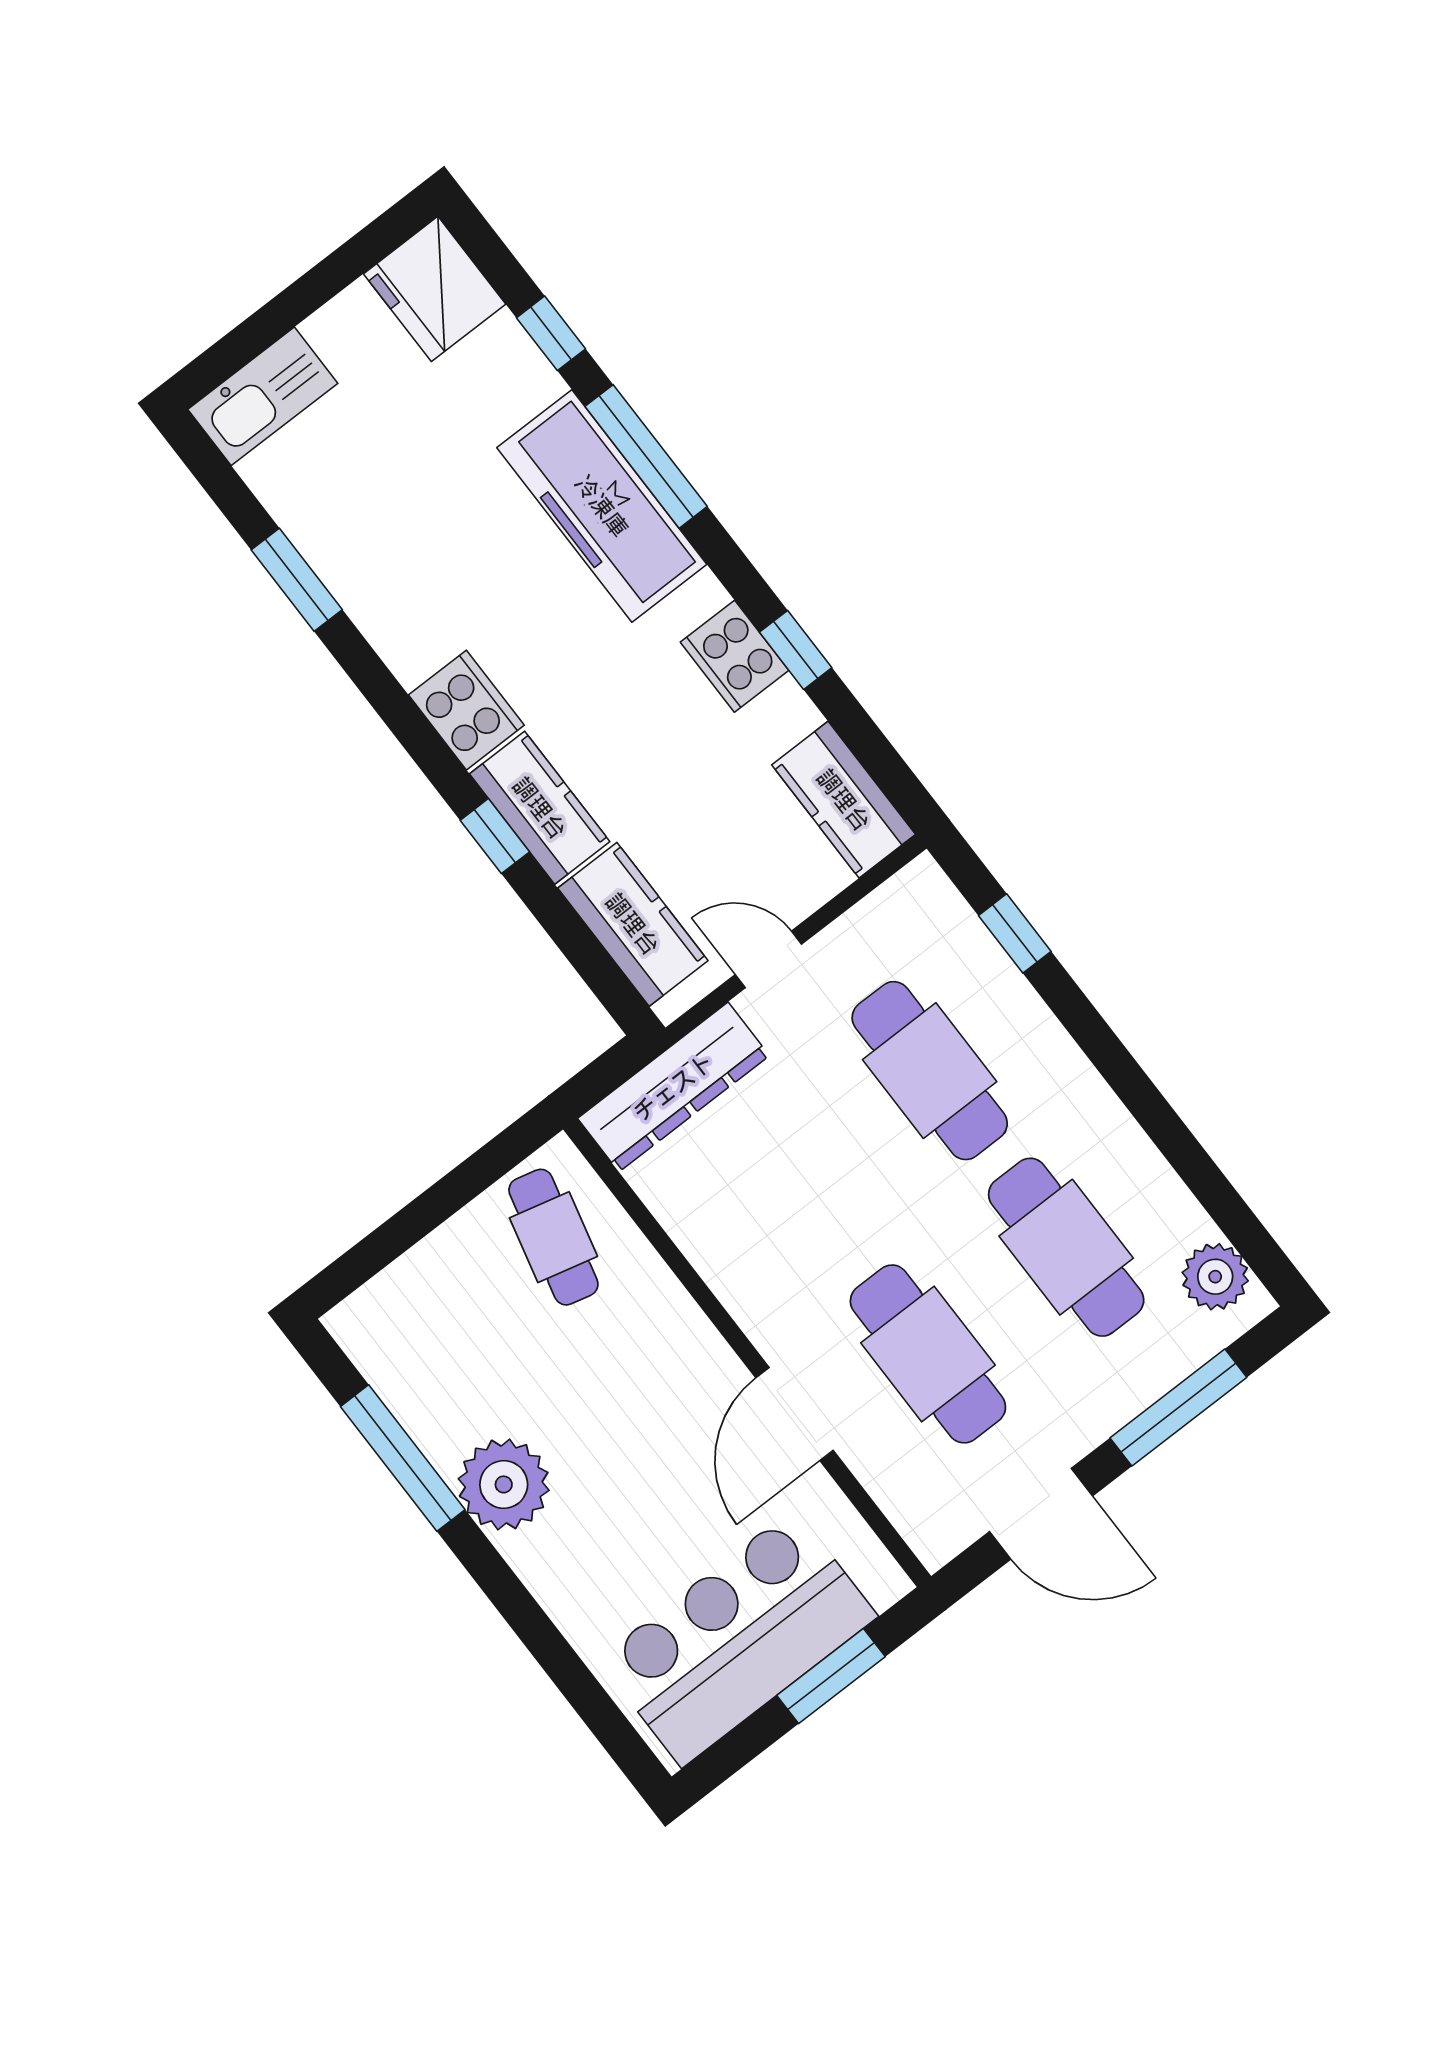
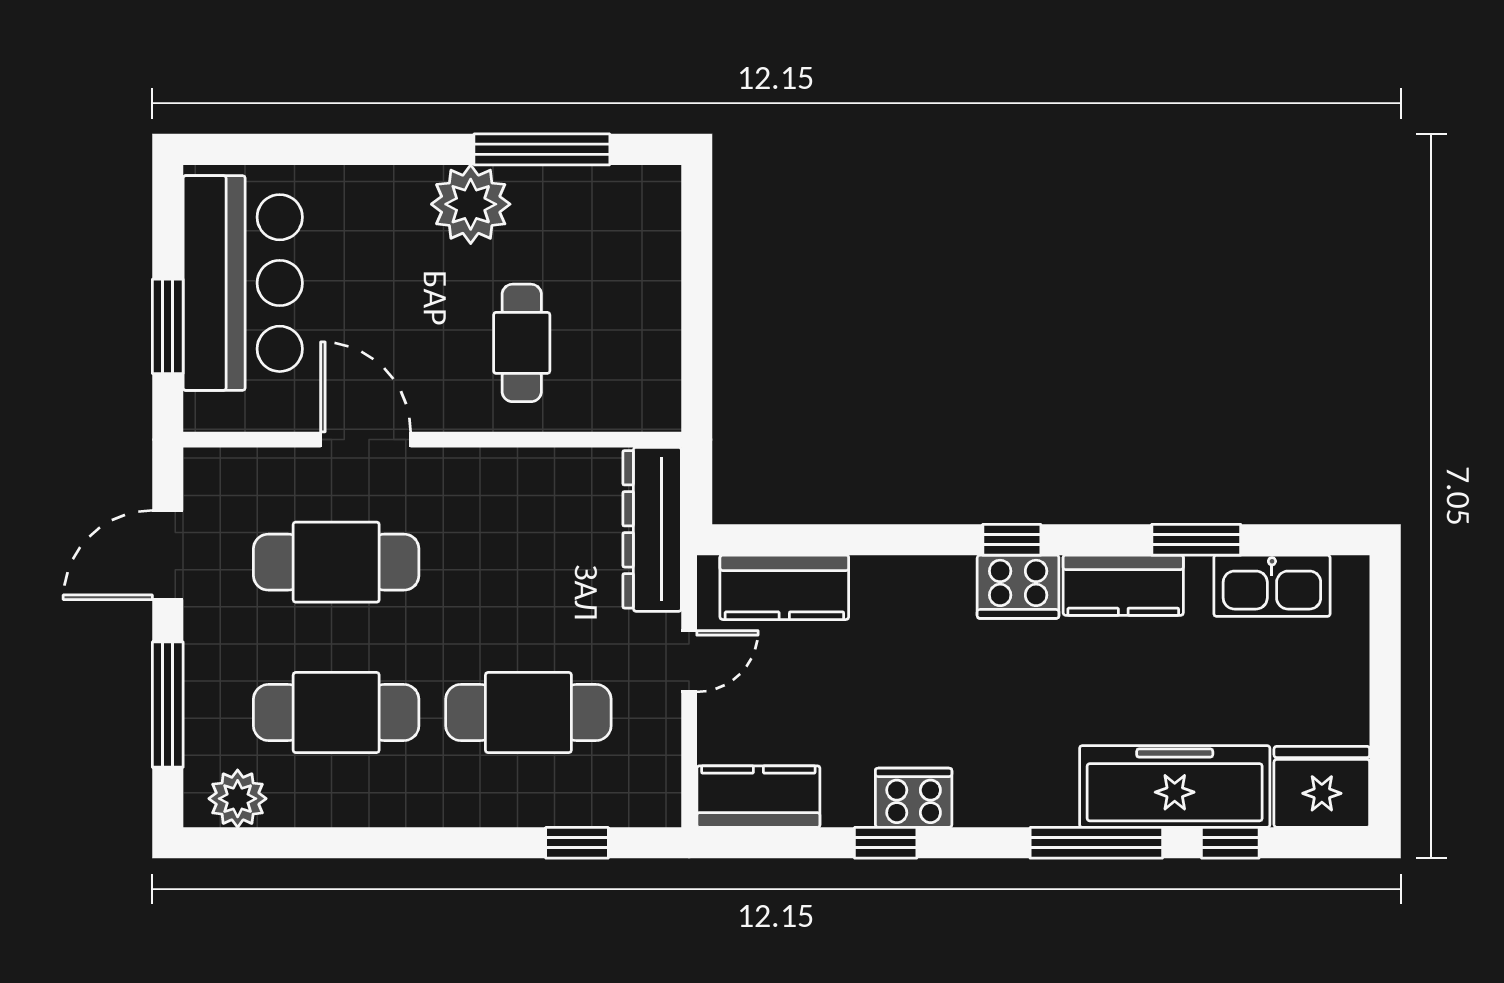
kitchen sink: (263, 396) -> (1272, 586), moved, turned -90
freezer: (602, 506) -> (1175, 787), moved
kitchen counter: (540, 808) -> (1123, 585), moved
window: (495, 836) -> (1012, 540), moved
cafe table: (553, 1237) -> (522, 343), moved, turned 76

